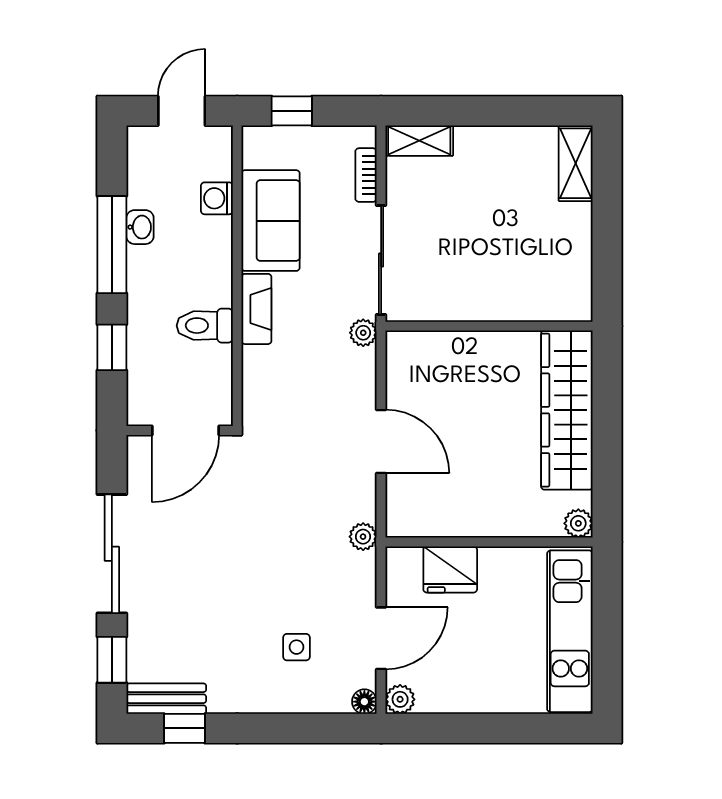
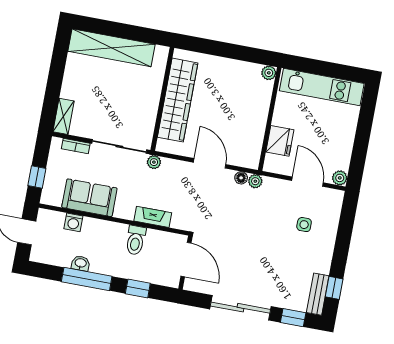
shelving: (576, 163) -> (111, 48), width x2.20, depth x1.33
fireplace: (256, 309) -> (153, 217), moved
wardrobe: (567, 410) -> (178, 100), moved, turned -90
door: (381, 442) -> (210, 163), hinge flipped
floor lamp: (364, 702) -> (241, 178), moved

